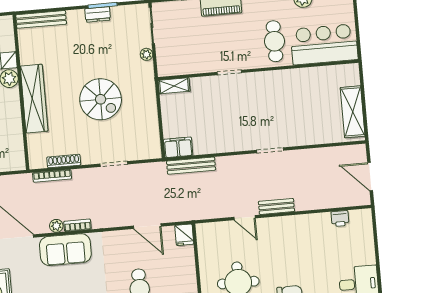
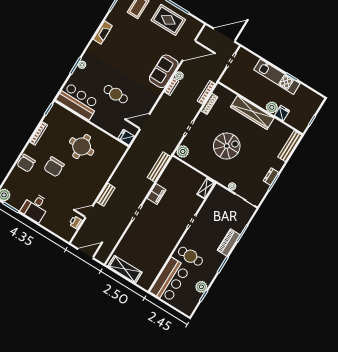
spiral stairs: (101, 99) -> (227, 146), turned 180
filing cabinet: (178, 147) -> (156, 194), moved
plant: (149, 150) -> (183, 151), added
door: (245, 218) -> (89, 212), moved

